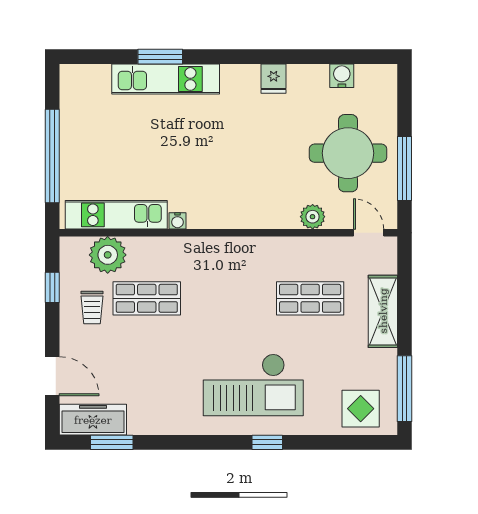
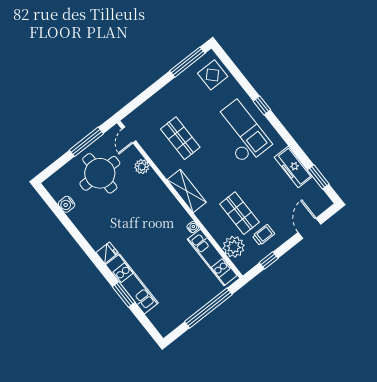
fridge: (274, 79) -> (107, 253), moved
shelving: (383, 311) -> (187, 191), moved, turned 90
freezer: (93, 420) -> (293, 167), moved

